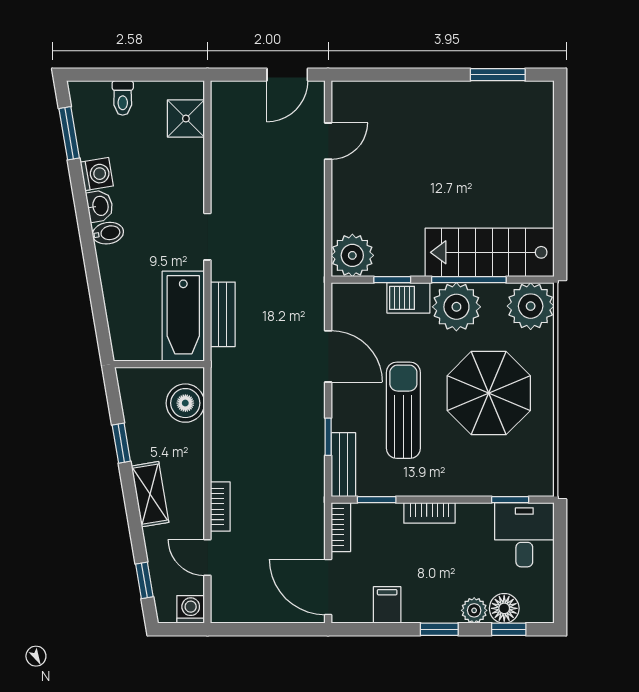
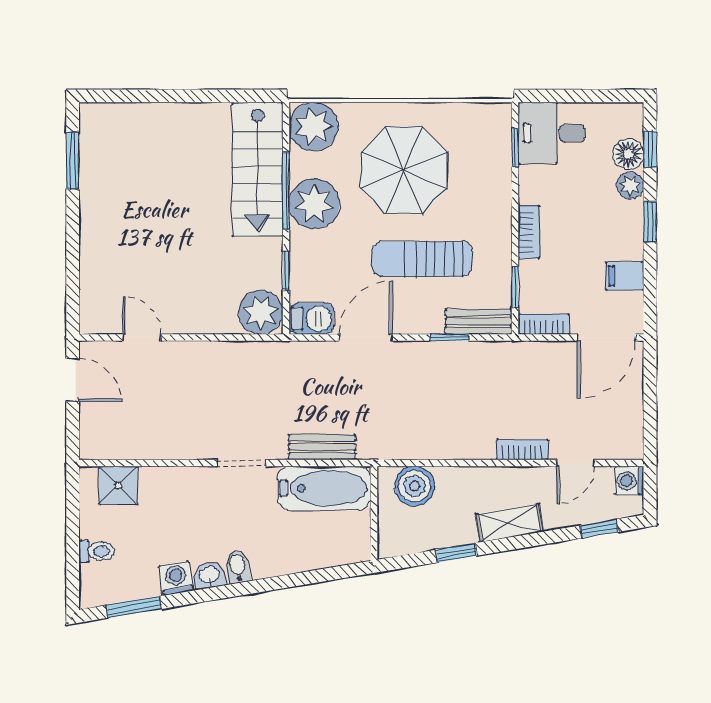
barbecue: (408, 298) -> (311, 319), moved, turned -90

